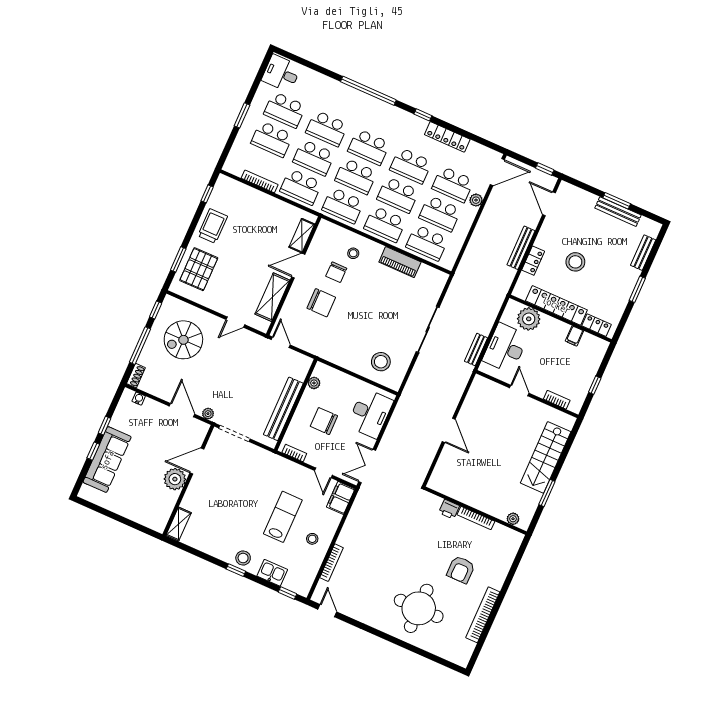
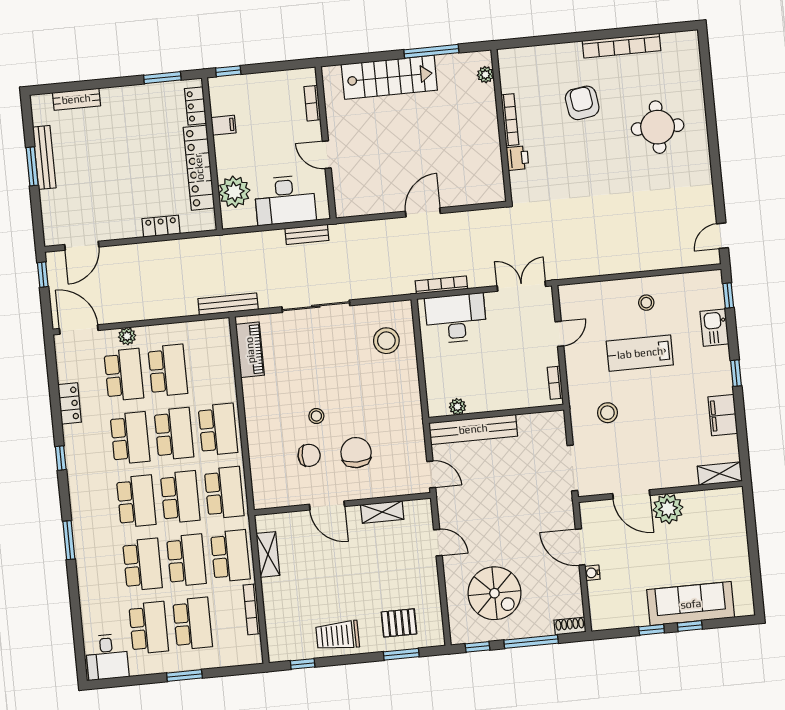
window: (368, 91) -> (69, 540), width x0.47
locker: (447, 137) -> (70, 403), width x0.66
shelving: (302, 236) -> (268, 554), moved, turned 90
school desk: (427, 243) -> (212, 366), removed
bench: (521, 248) -> (228, 304), moved
stool: (353, 253) -> (316, 416), moved
piano: (400, 262) -> (250, 350), moved
stool: (575, 262) -> (134, 174), removed
pallet: (199, 269) -> (399, 623), width x0.67, depth x0.71
window: (637, 289) -> (162, 78), moved
shelving: (272, 297) -> (382, 512), width x0.67, depth x0.75
door: (281, 342) -> (431, 474), swing flipped
window: (595, 385) -> (228, 71), moved
door: (519, 390) -> (327, 155), hinge flipped
water cooler: (139, 399) -> (592, 573), moved
bench: (283, 409) -> (473, 429), moved
door: (182, 410) -> (580, 547), hinge flipped
plant: (208, 414) -> (567, 513), removed
chair: (324, 421) -> (497, 369), removed
double door: (367, 466) -> (521, 286), swing flipped
window: (547, 493) -> (431, 51), width x1.44
filing cabinet: (341, 498) -> (723, 415), moved, turned 90
stool: (243, 558) -> (607, 413), moved
bookcase: (331, 563) -> (441, 285), moved
armchair: (461, 570) -> (582, 103), turned -98
round table: (419, 608) -> (658, 127), width x0.73, depth x0.73

